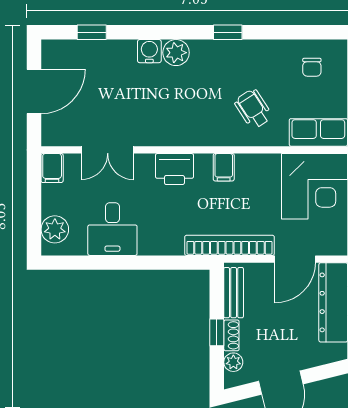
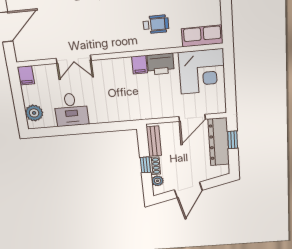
wheelchair: (253, 109) -> (156, 24), turned 123
double door: (108, 150) -> (74, 59), moved
printer: (174, 169) -> (161, 64), moved
bookcase: (229, 245) -> (148, 113), removed

